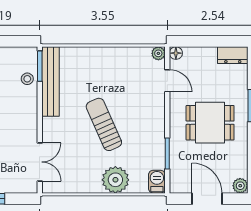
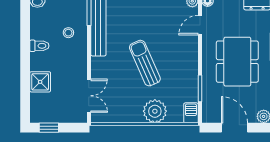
stool: (27, 79) -> (68, 33), moved
door: (167, 81) -> (200, 25), swing flipped
dining table: (210, 123) -> (237, 62), width x1.38

